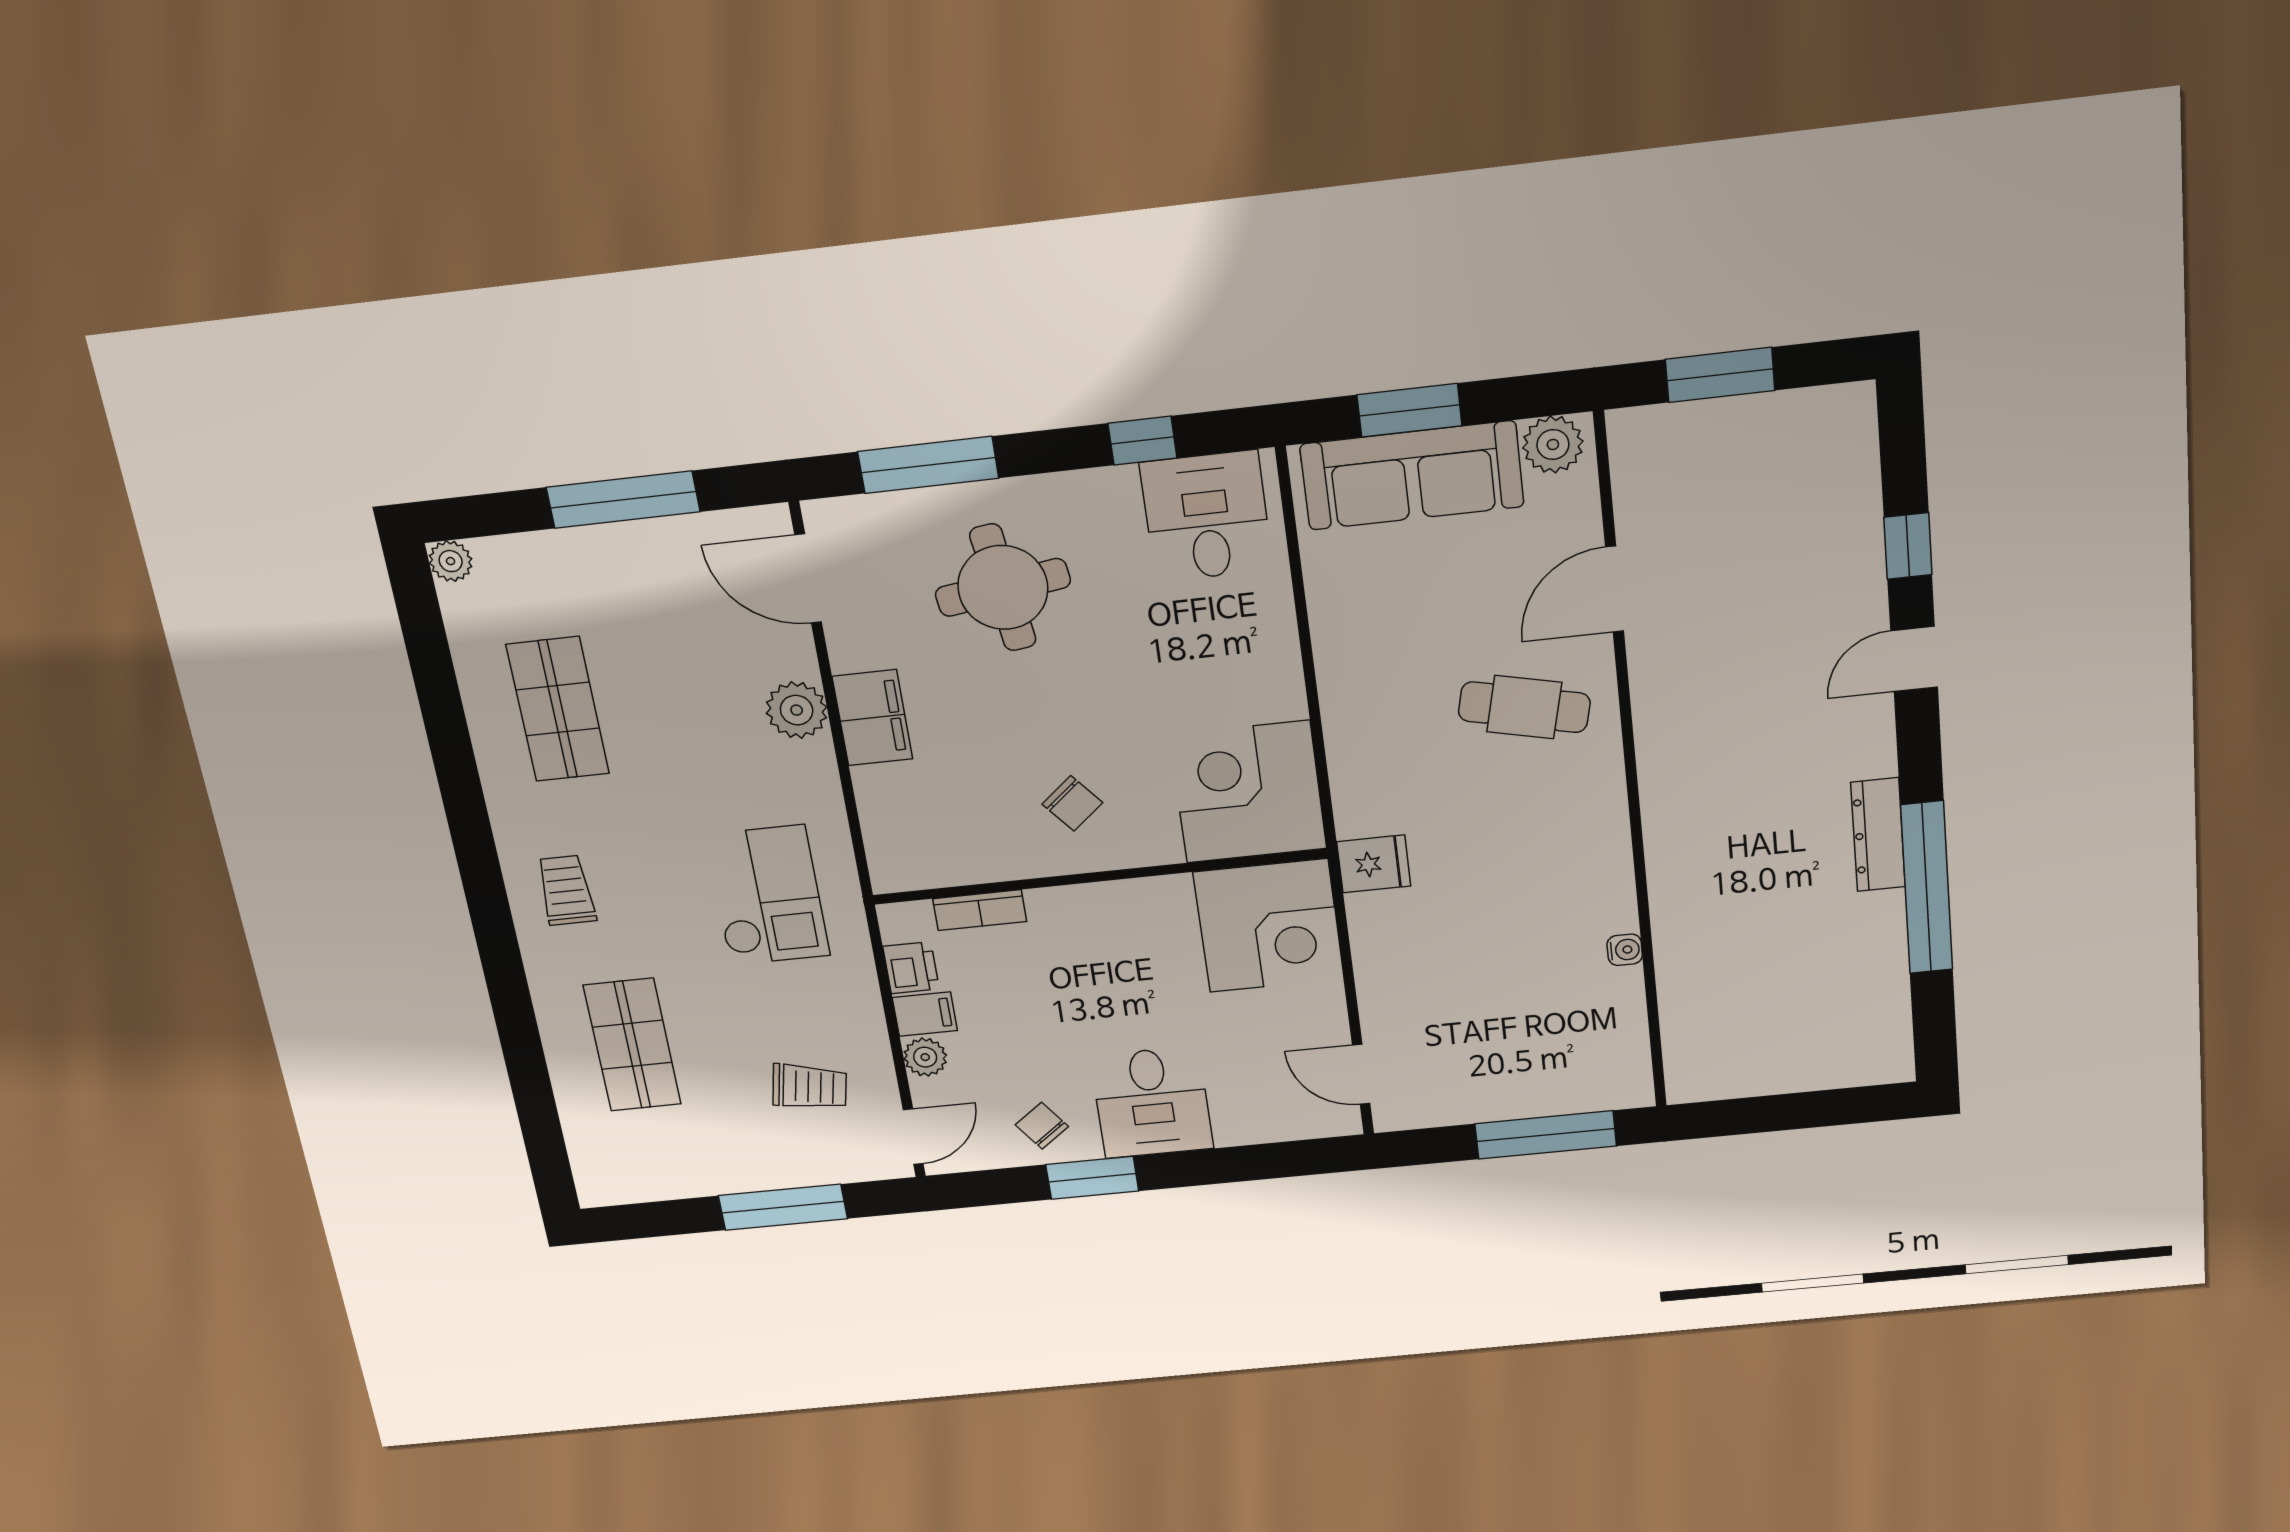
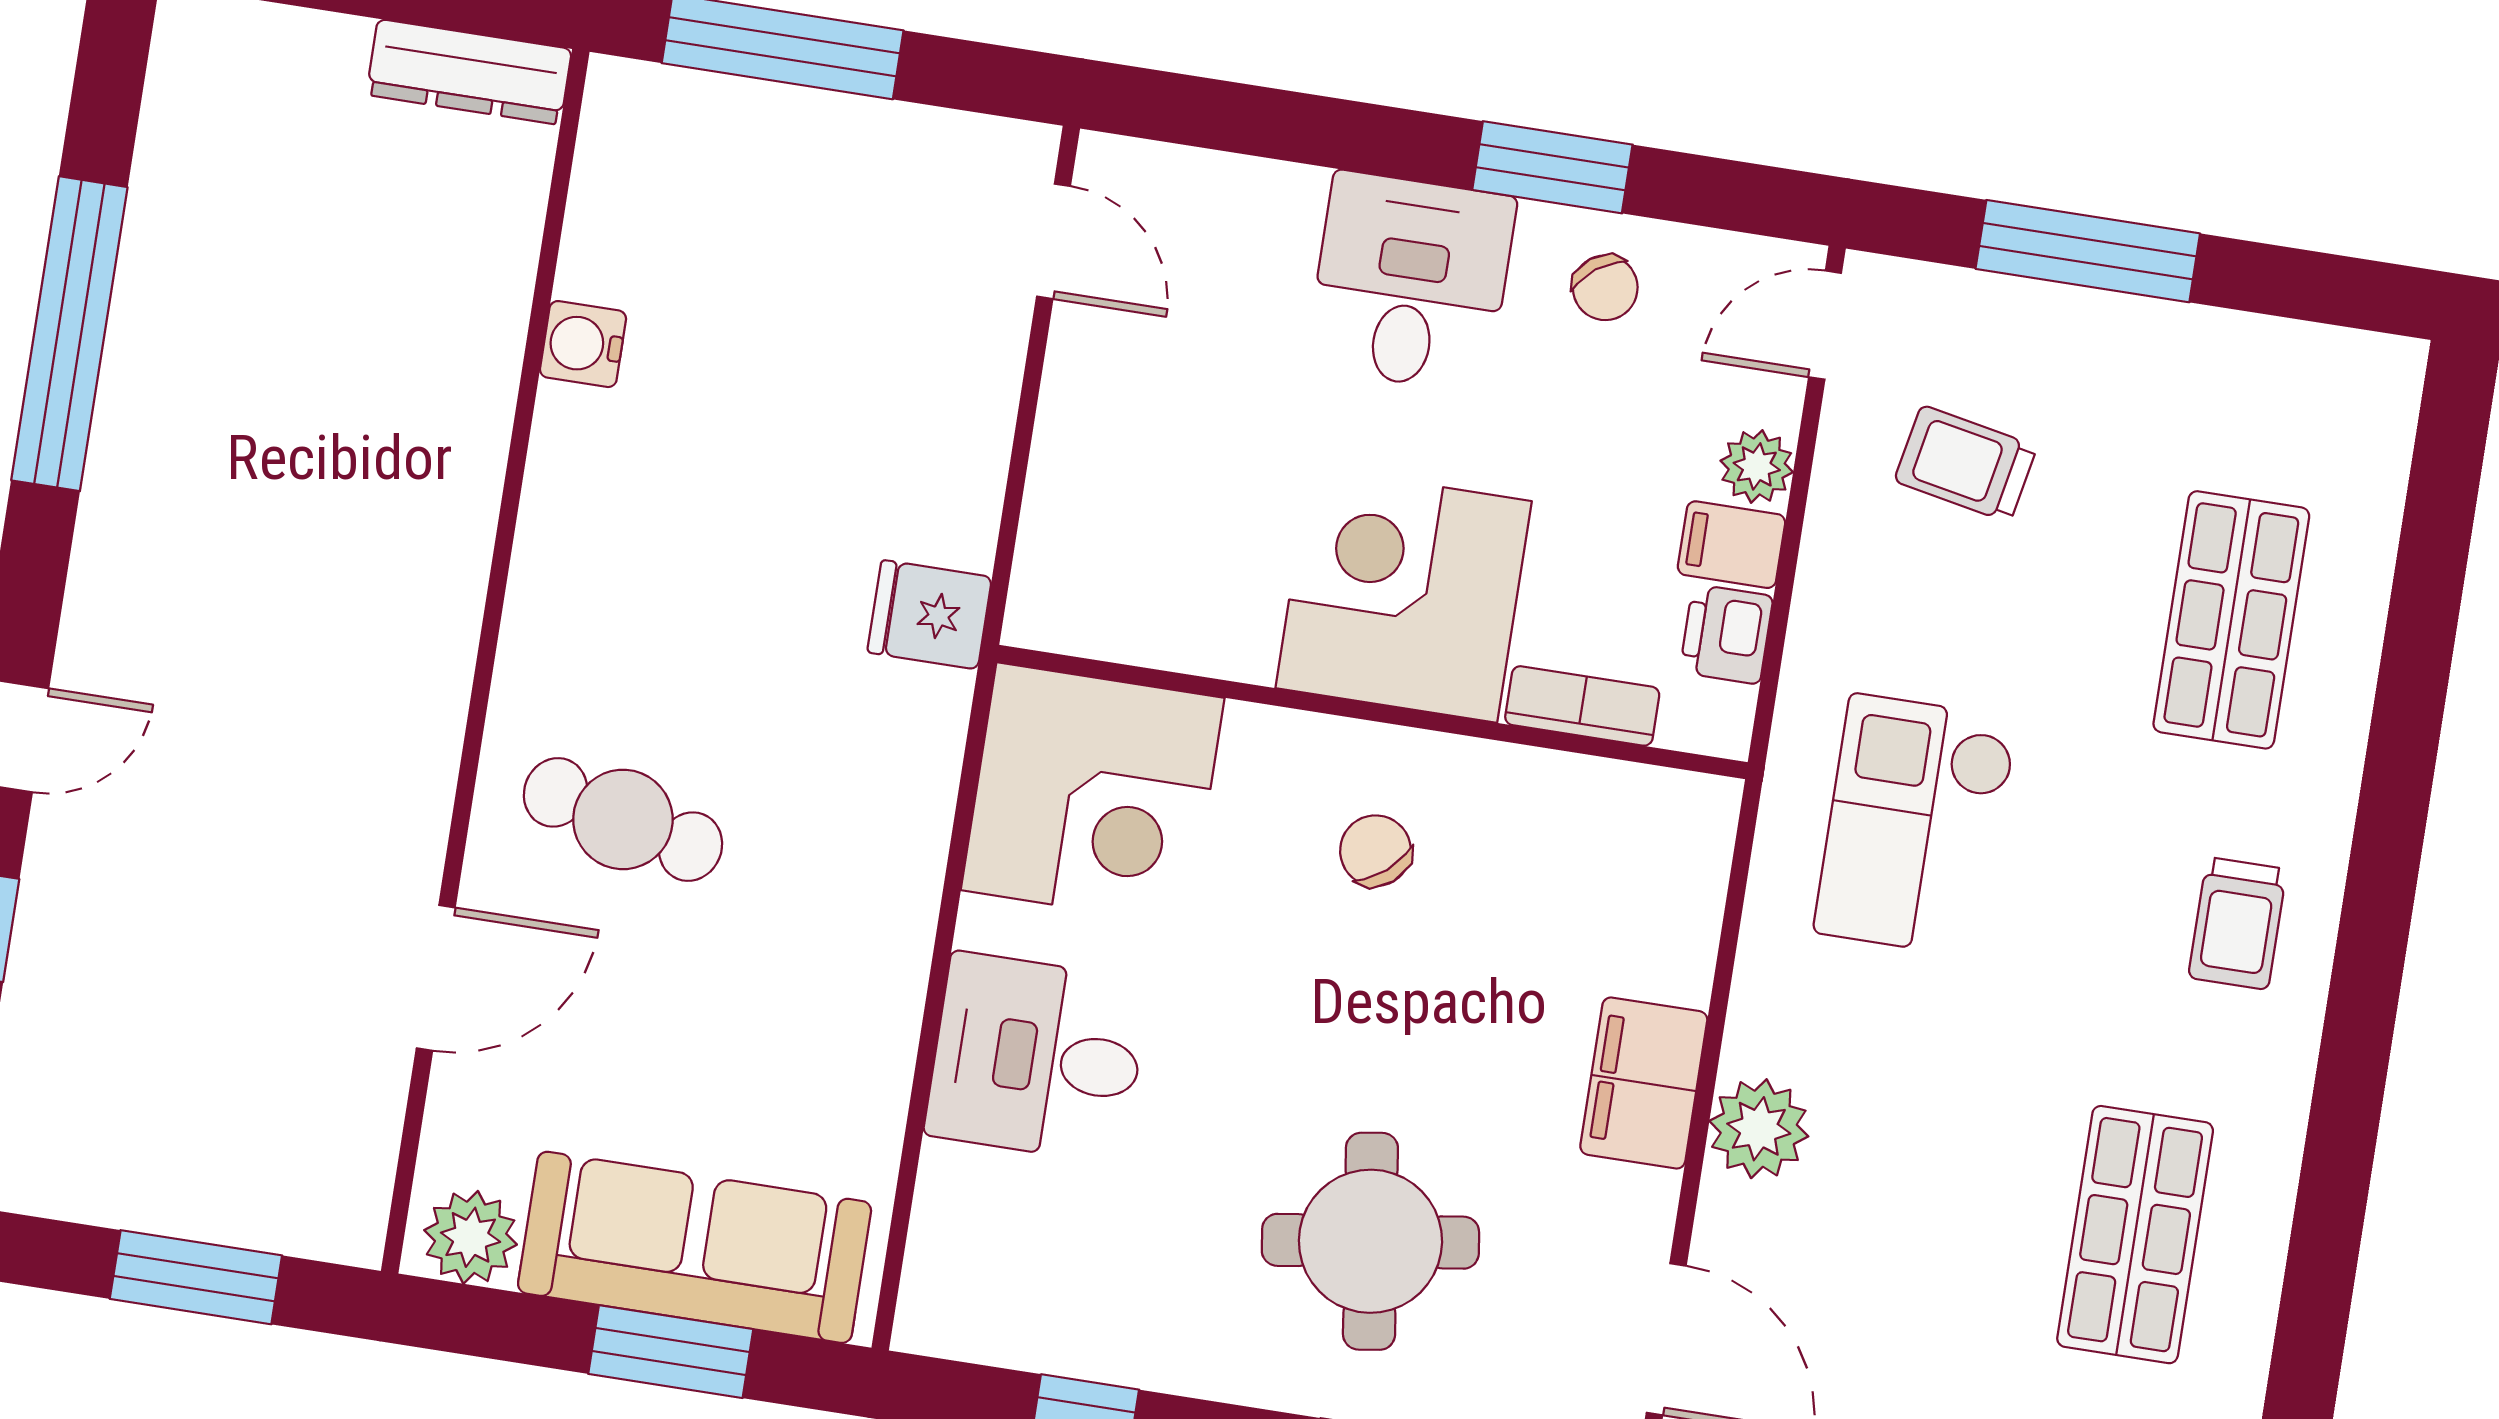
desk: (1206, 516) -> (1037, 1058), moved, turned 90
dresser: (1878, 835) -> (469, 72), moved, turned 90
corner desk: (1269, 926) -> (1404, 595), moved
water cooler: (1625, 950) -> (583, 344), width x1.38, depth x1.38

